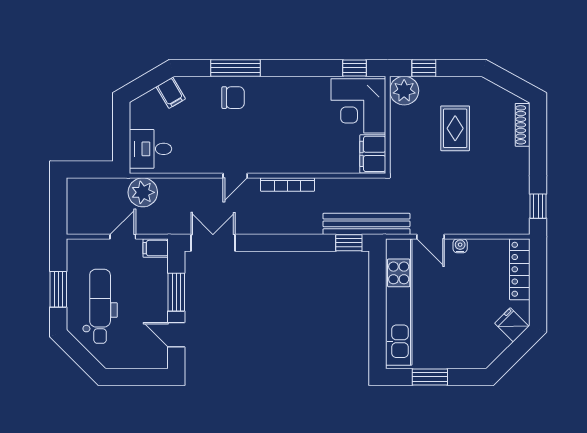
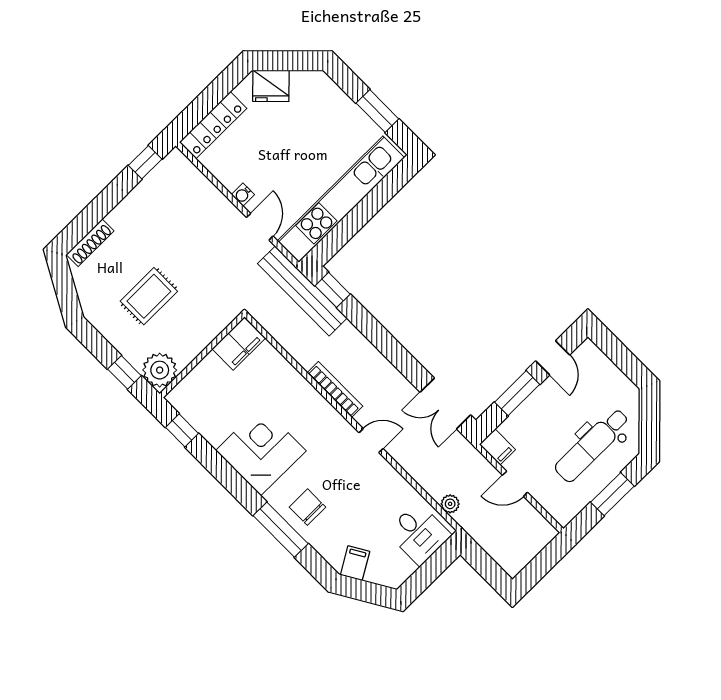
corner desk: (358, 106) -> (261, 451), moved, turned -90
plant: (143, 192) -> (450, 504), width x0.53, depth x0.53
fridge: (512, 325) -> (271, 86), width x1.38

